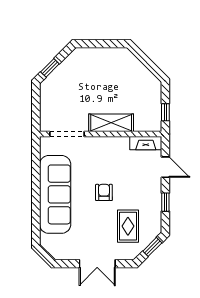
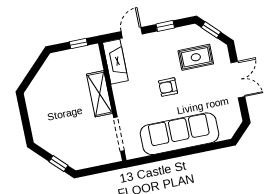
fireplace: (146, 143) -> (115, 62), width x1.37, depth x1.32

